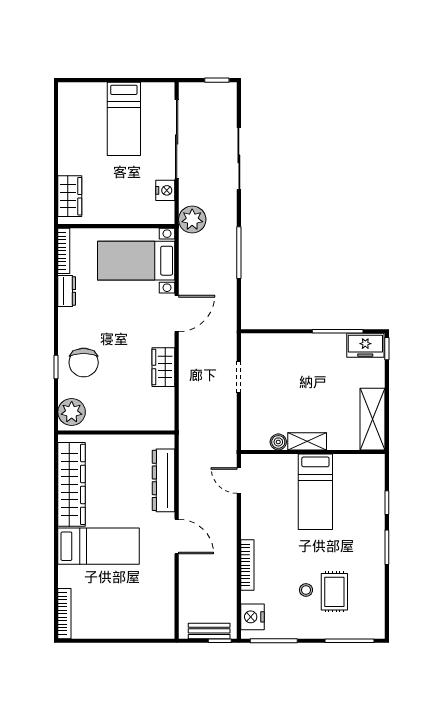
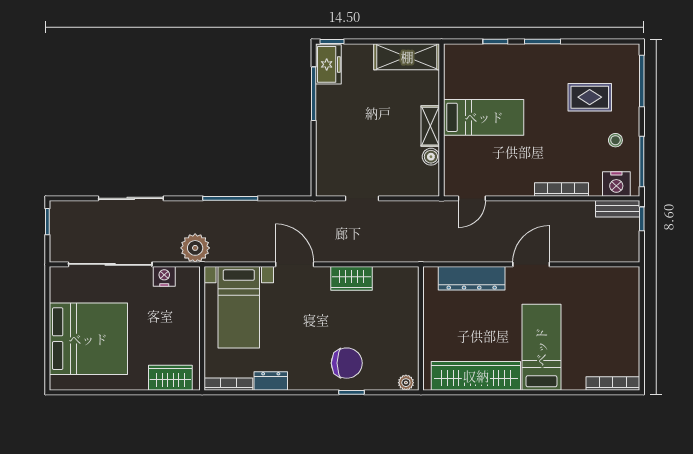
bed: (124, 119) -> (88, 339), width x2.04
plant: (72, 412) -> (406, 383), width x0.53, depth x0.53
stool: (306, 590) -> (615, 140), moved
bench: (209, 631) -> (618, 209), moved, turned 90

